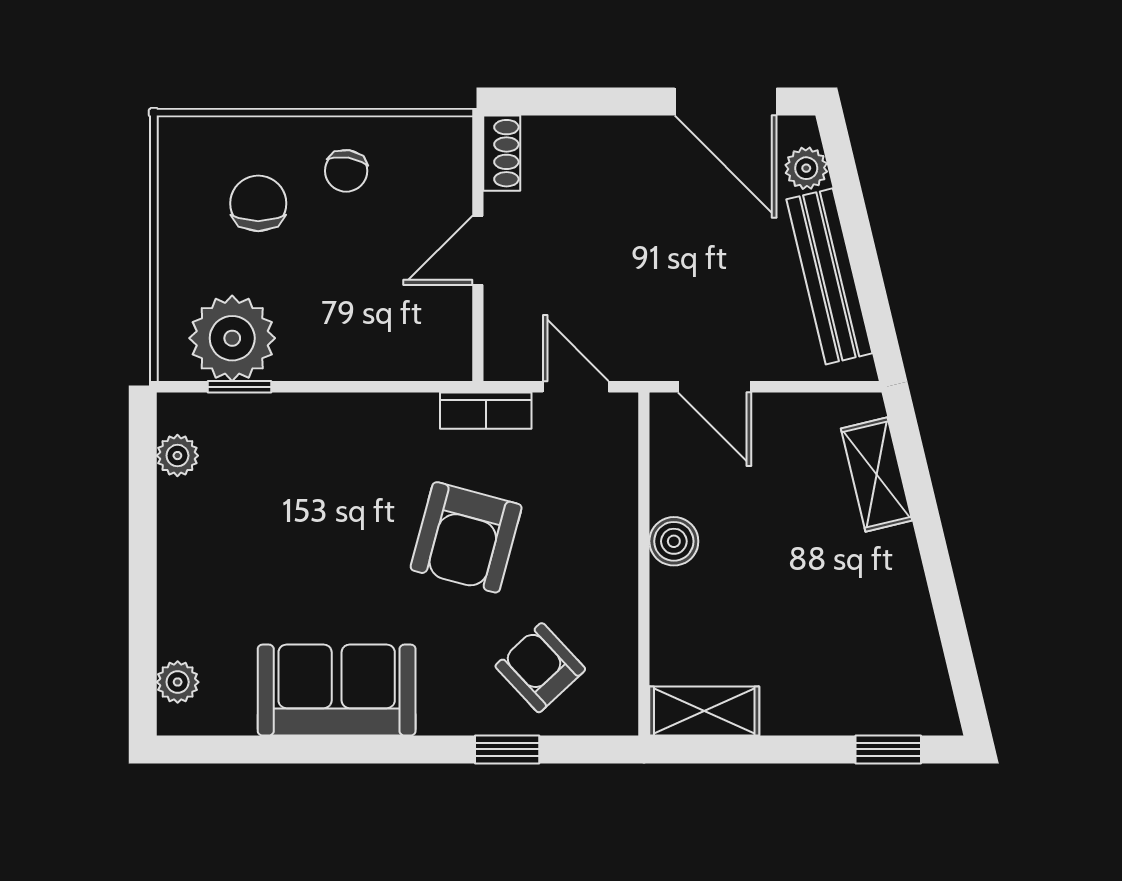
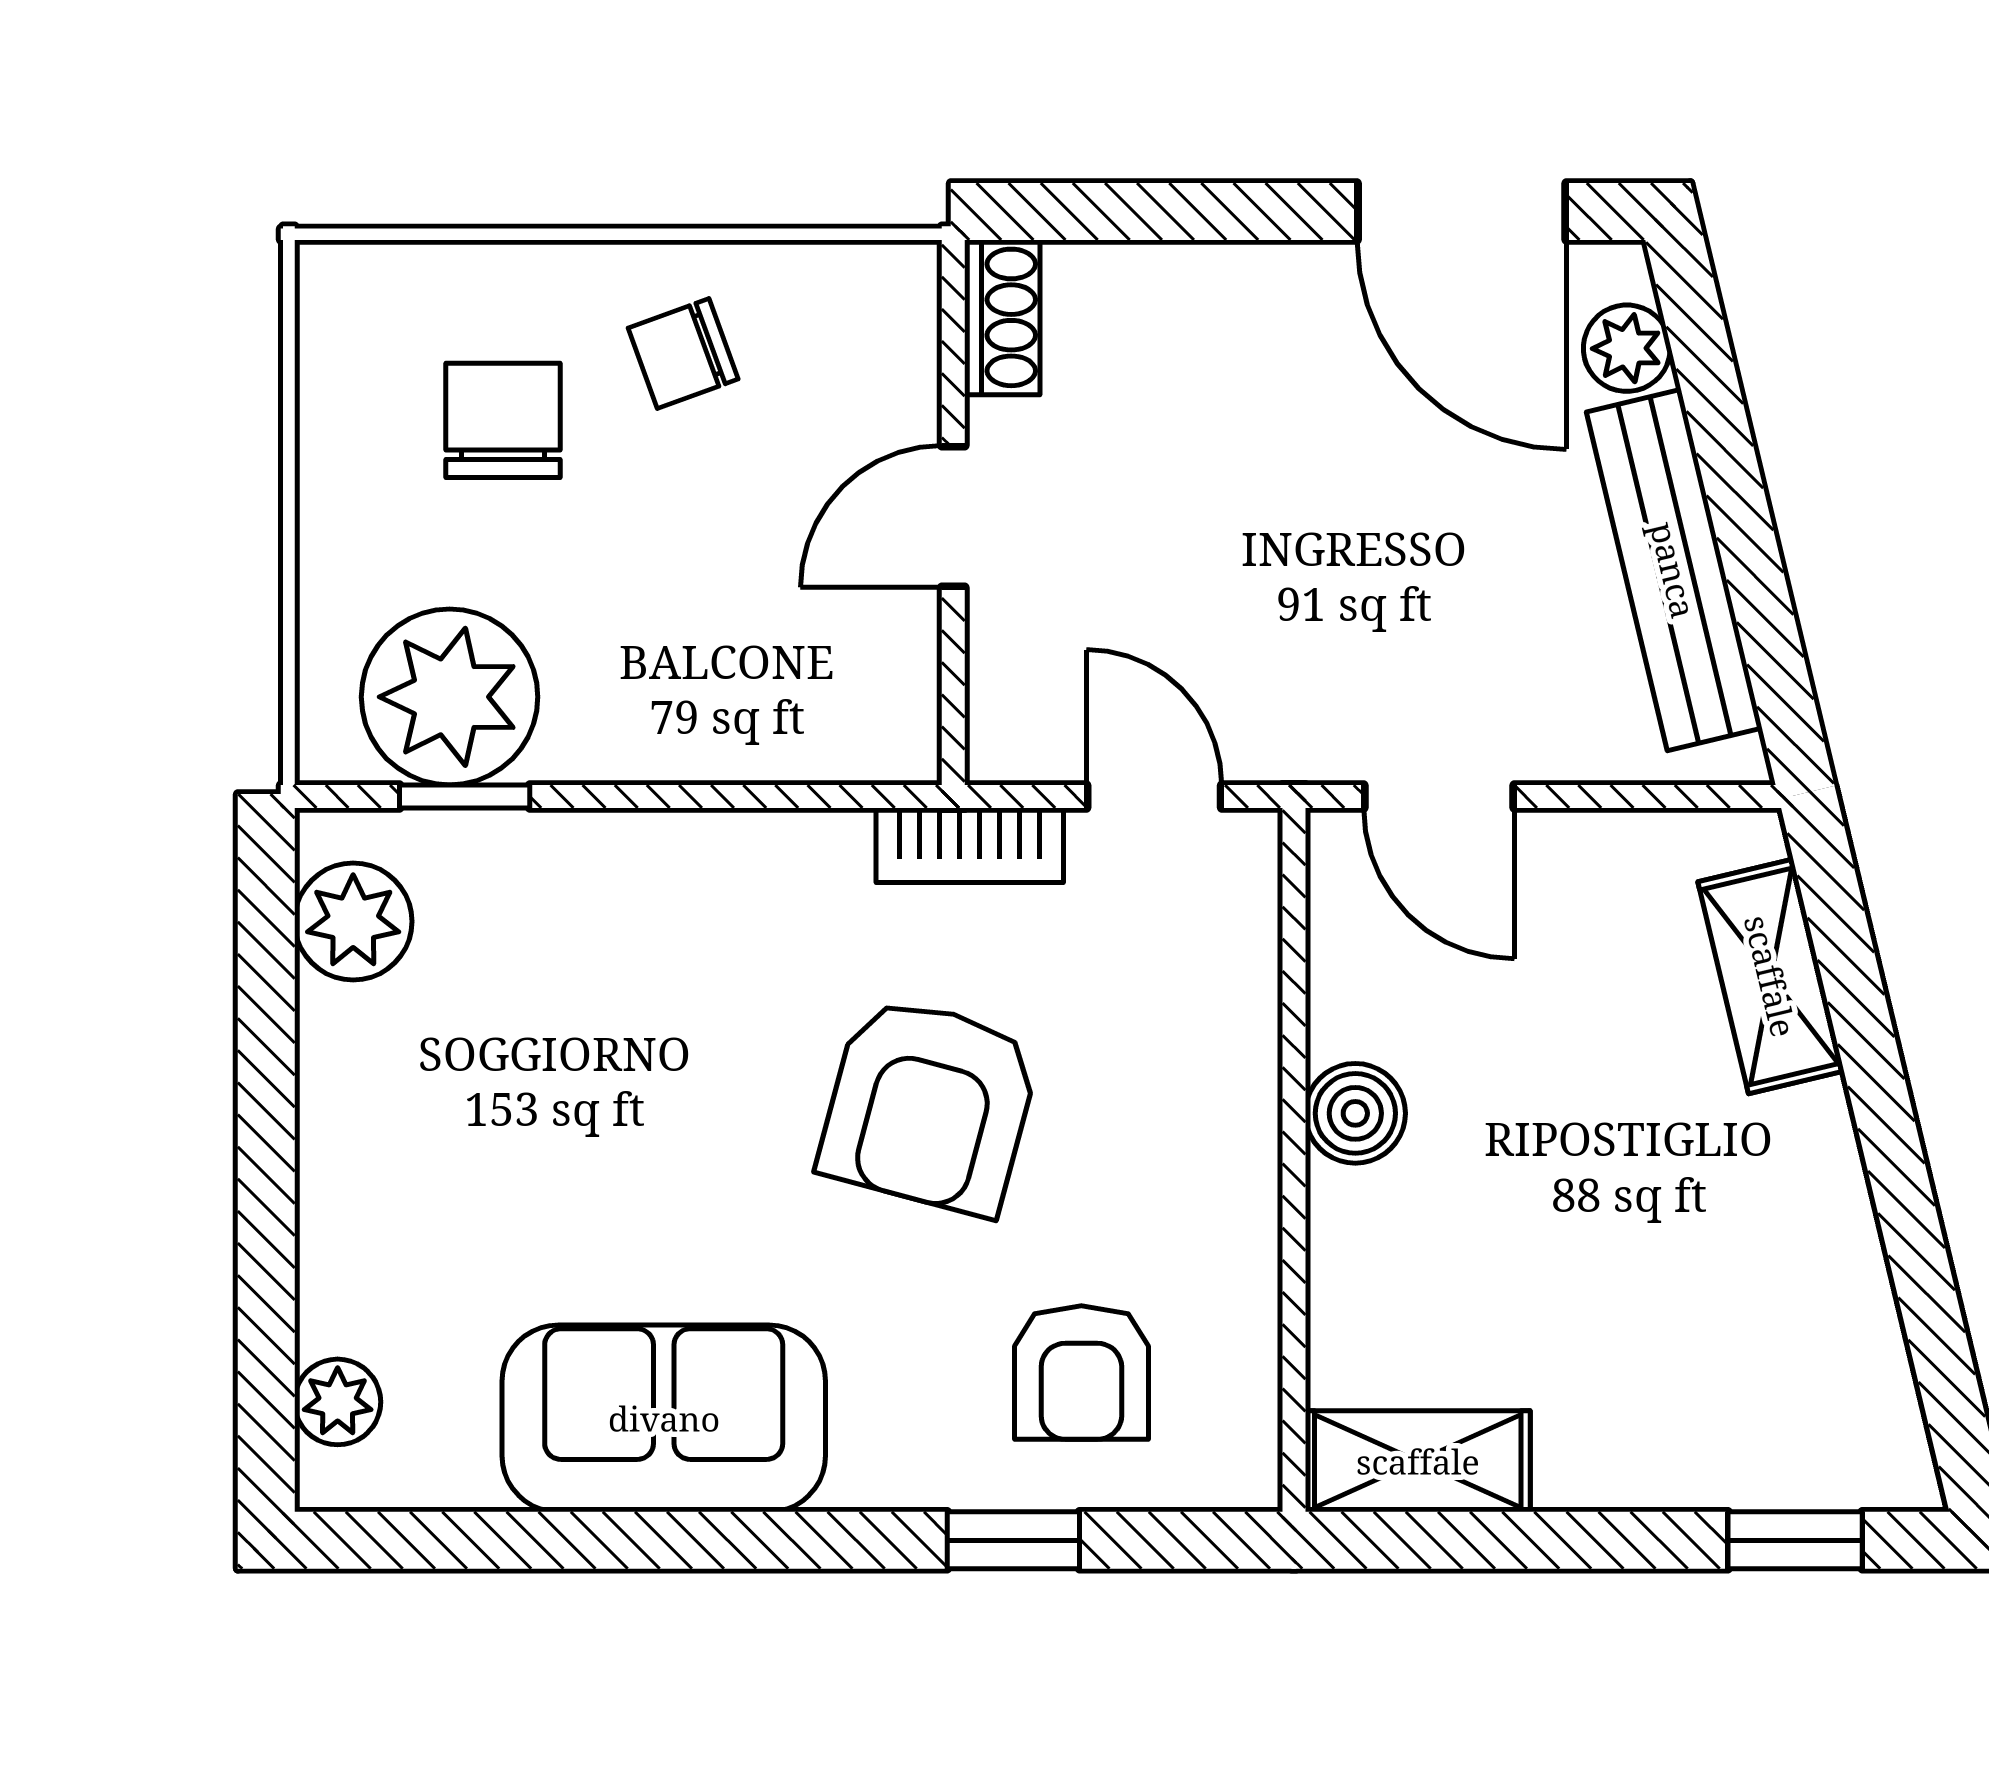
chair: (346, 171) -> (683, 354), turned 61
plant: (177, 456) -> (353, 921), width x1.38, depth x1.38
armchair: (540, 668) -> (1081, 1373), turned -137

